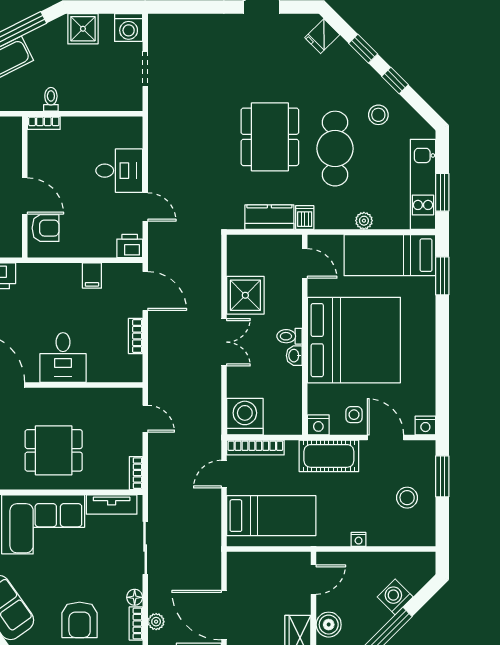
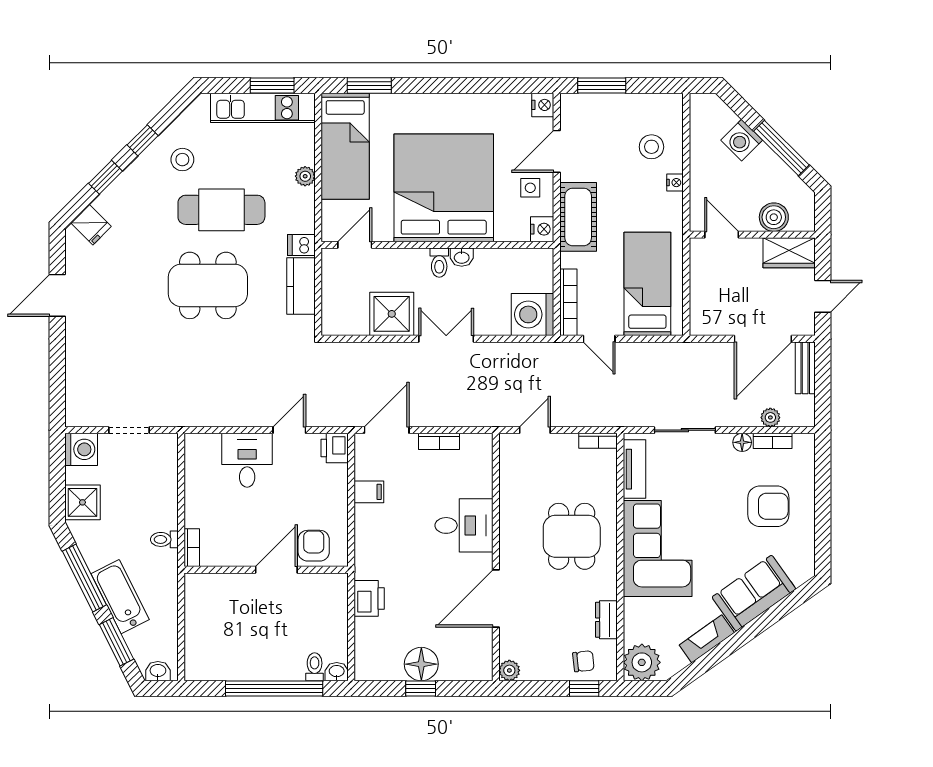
stool: (407, 498) -> (651, 147), moved

